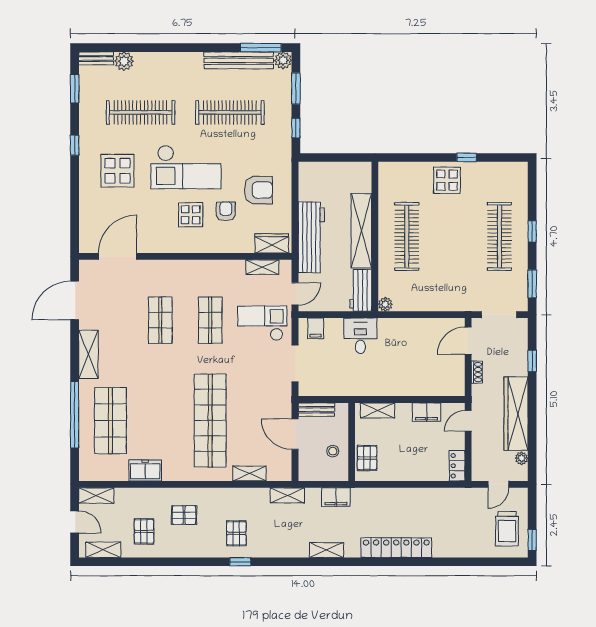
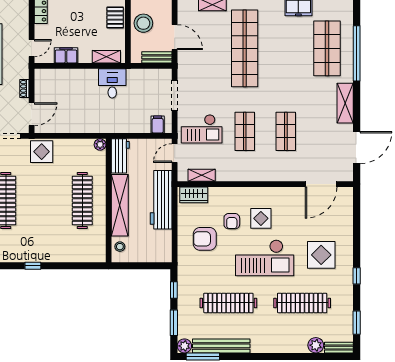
checkout: (186, 167) -> (265, 258), turned 180
display table: (447, 180) -> (42, 152), moved
stool: (361, 181) -> (120, 247), added
desk: (360, 336) -> (112, 83), moved, turned 180
stool: (333, 451) -> (143, 23), width x1.89, depth x1.89

